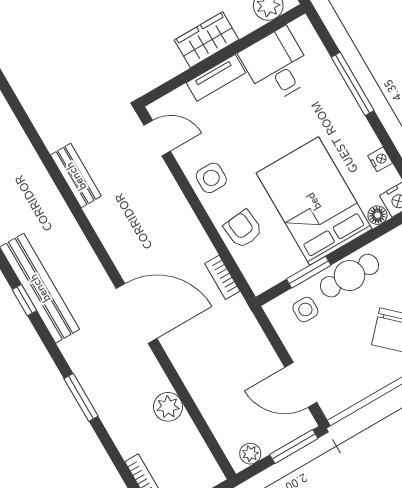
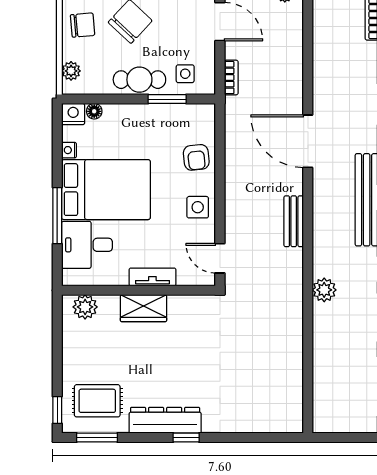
desk: (277, 65) -> (87, 245), moved, turned 90
bench: (76, 176) -> (294, 221), moved
bed: (314, 201) -> (106, 190), moved, turned -90
bookcase: (222, 277) -> (231, 78), moved
plant: (168, 407) -> (324, 290), moved

